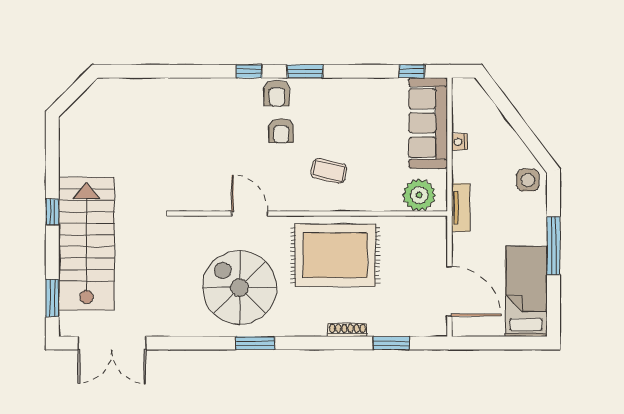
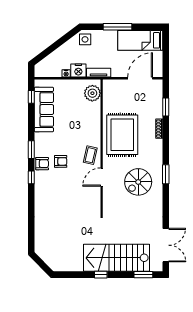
sofa: (428, 123) -> (44, 110), moved, turned -90
nightstand: (465, 167) -> (78, 71), added
coffee table: (329, 171) -> (90, 155), moved
spiral stairs: (240, 287) -> (138, 182), width x0.73, depth x0.73

